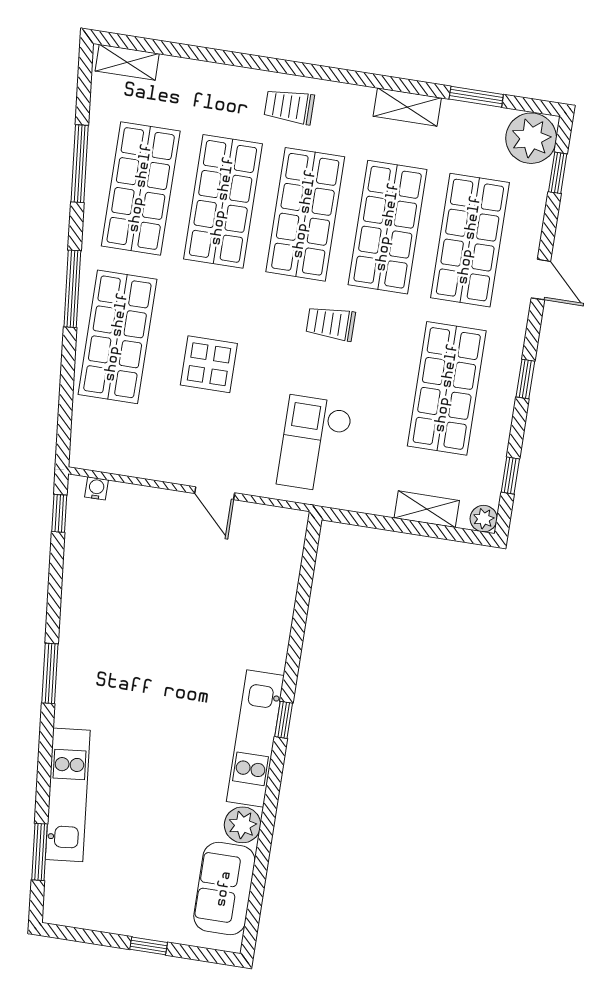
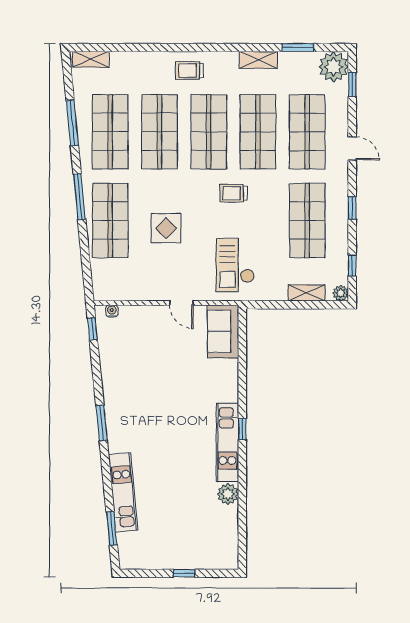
sofa: (224, 889) -> (223, 331), moved

